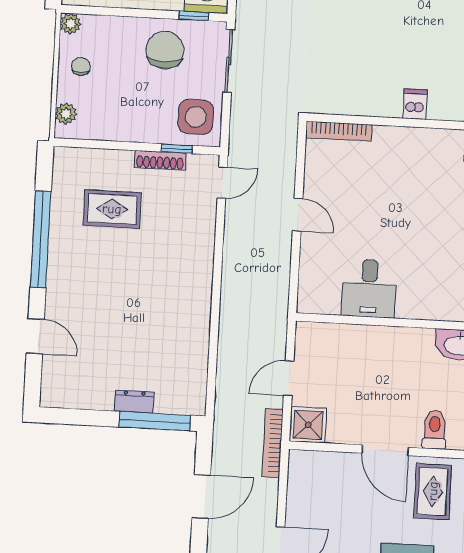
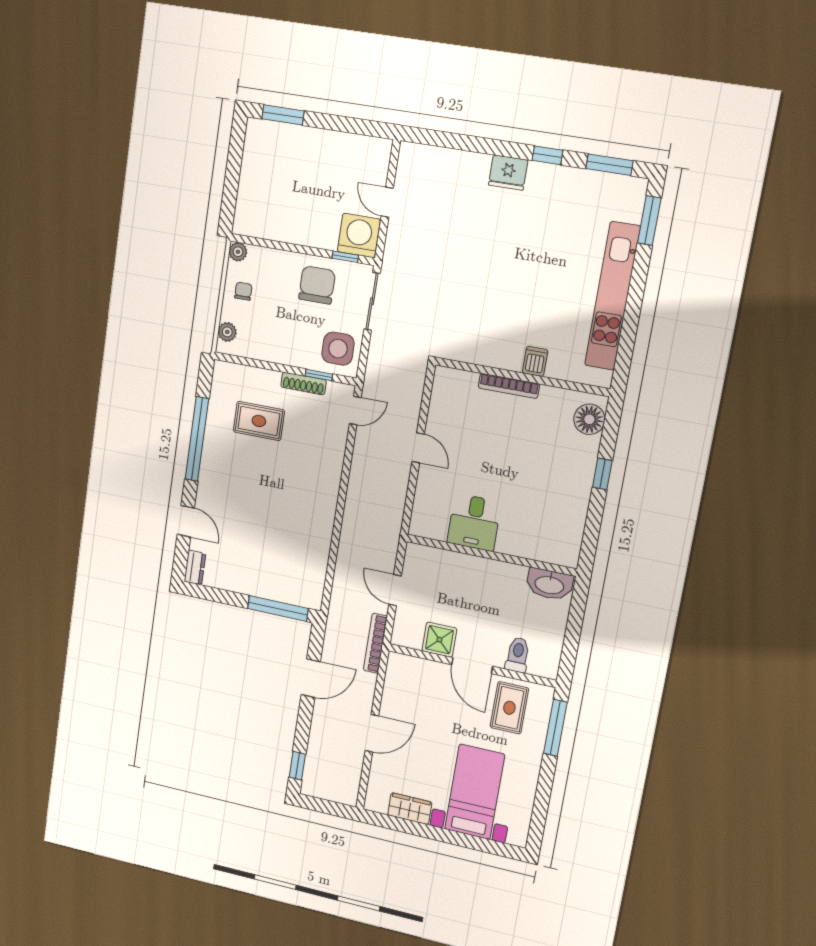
bookcase: (339, 131) -> (509, 386), moved
door: (289, 378) -> (395, 590), hinge flipped
dresser: (134, 402) -> (195, 567), moved, turned 90
shower: (308, 425) -> (439, 640), moved

